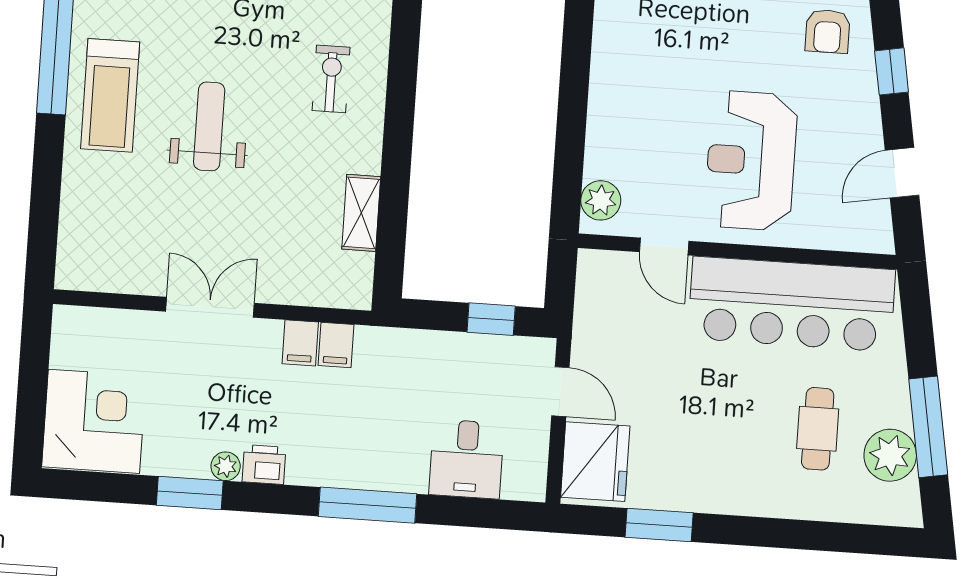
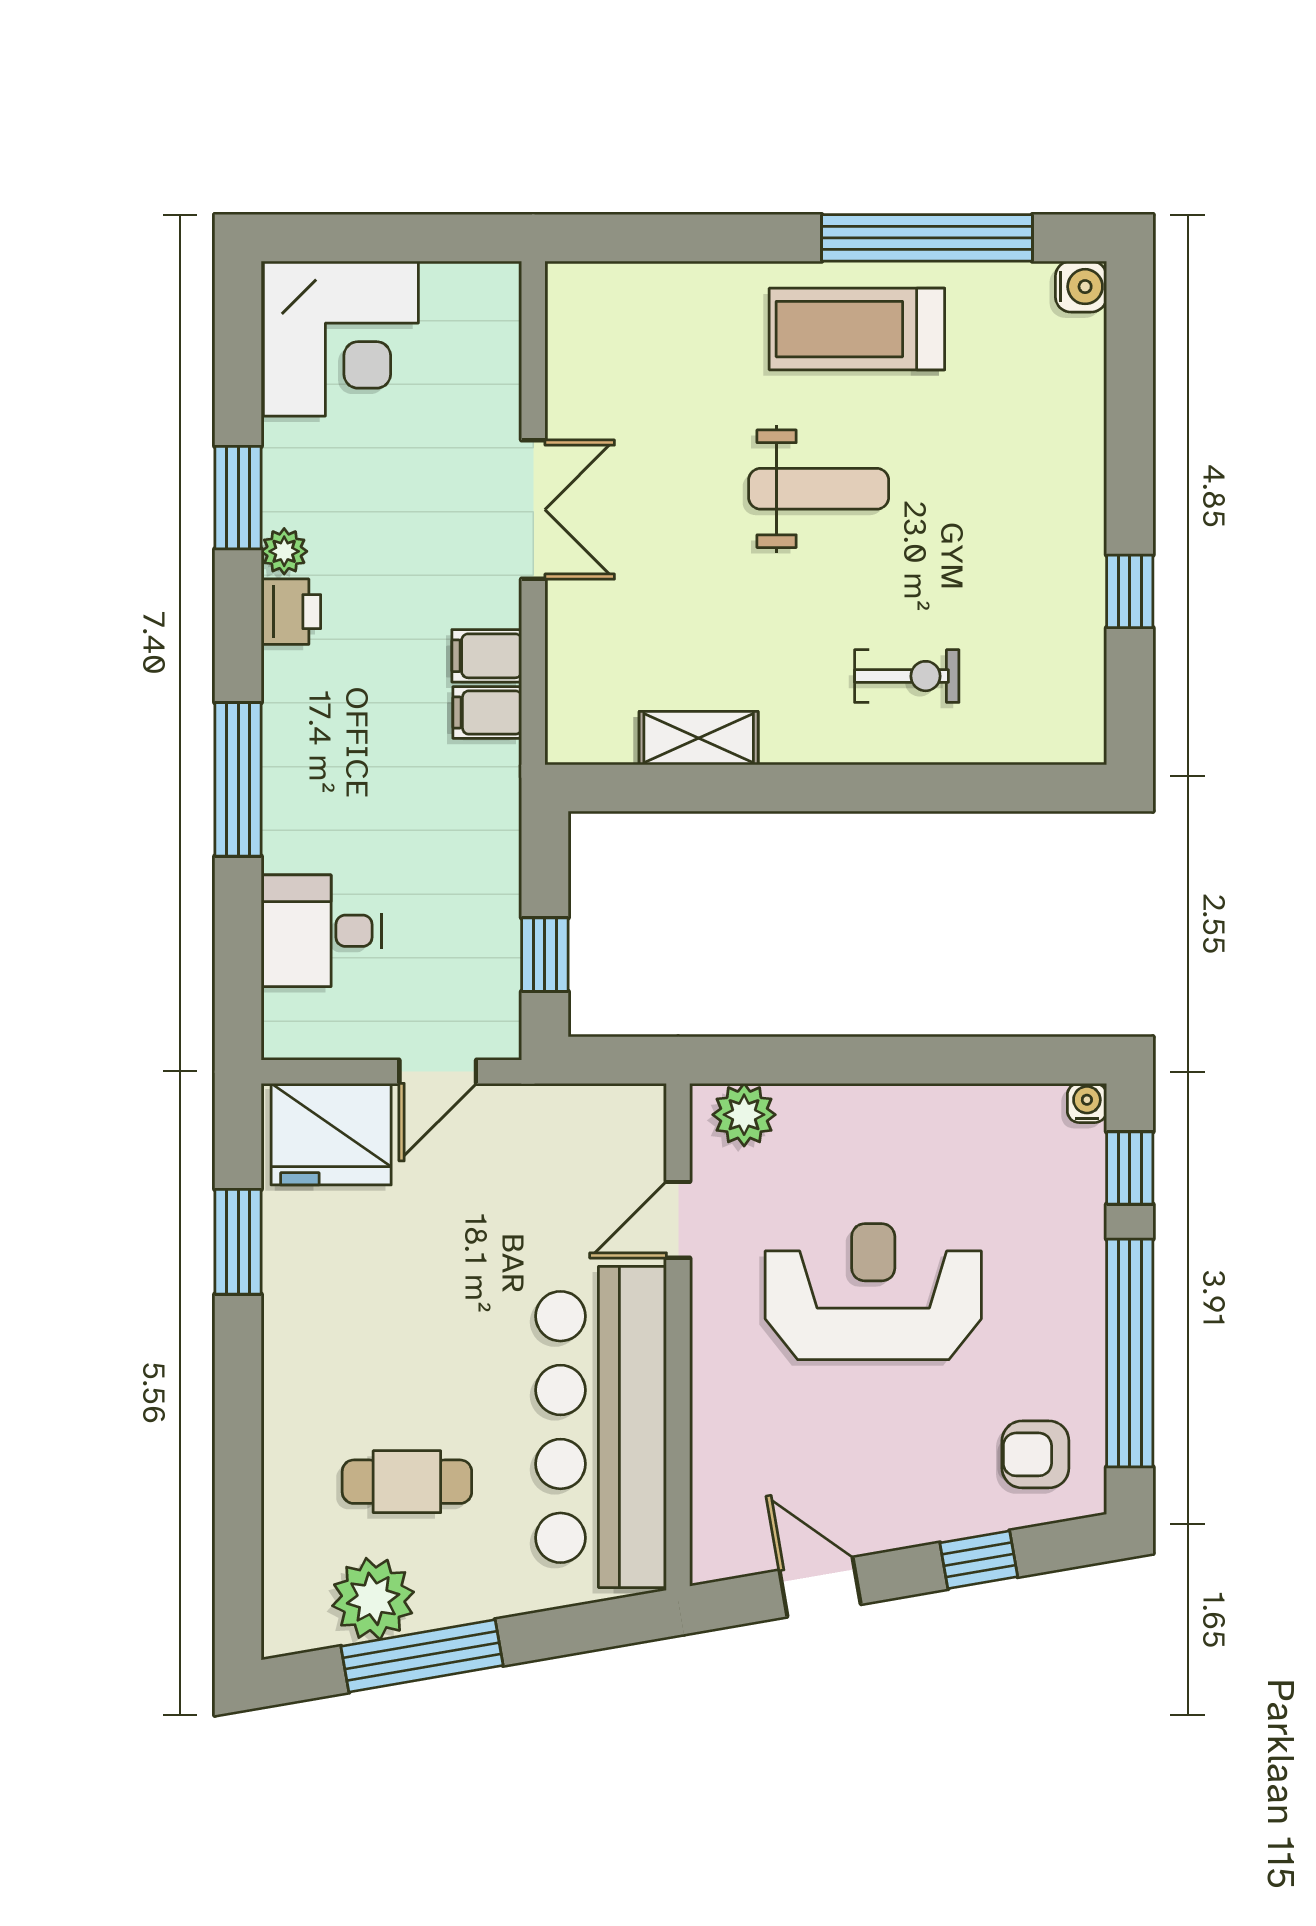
reception desk: (751, 161) -> (873, 1292), moved

